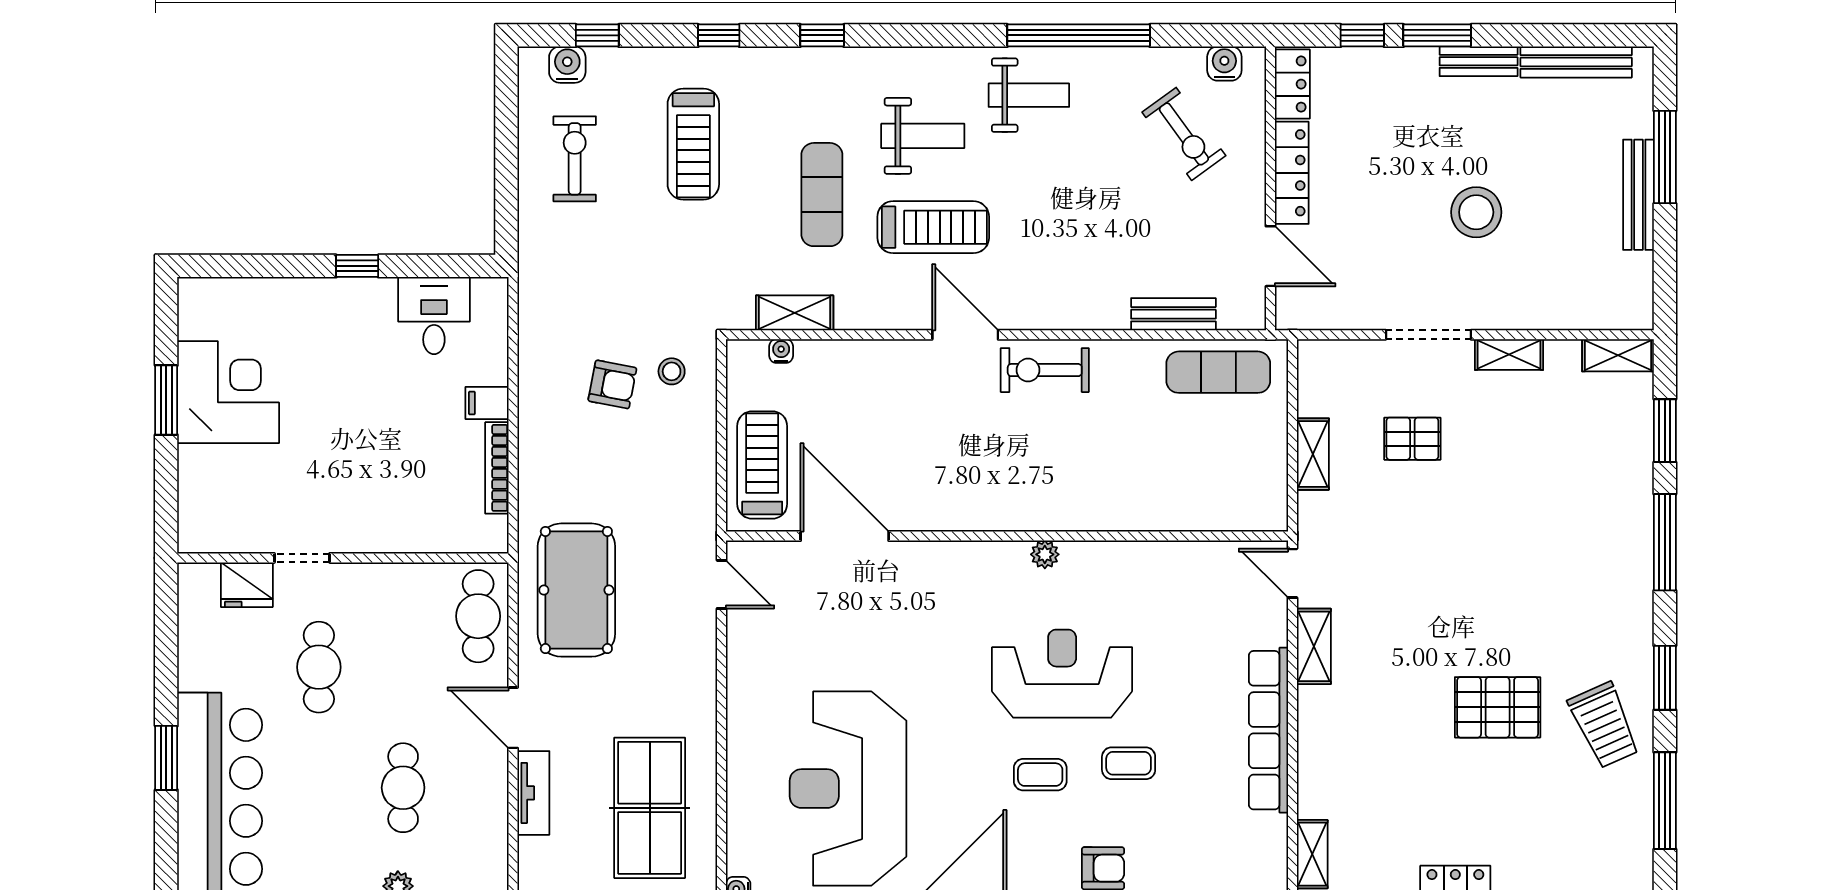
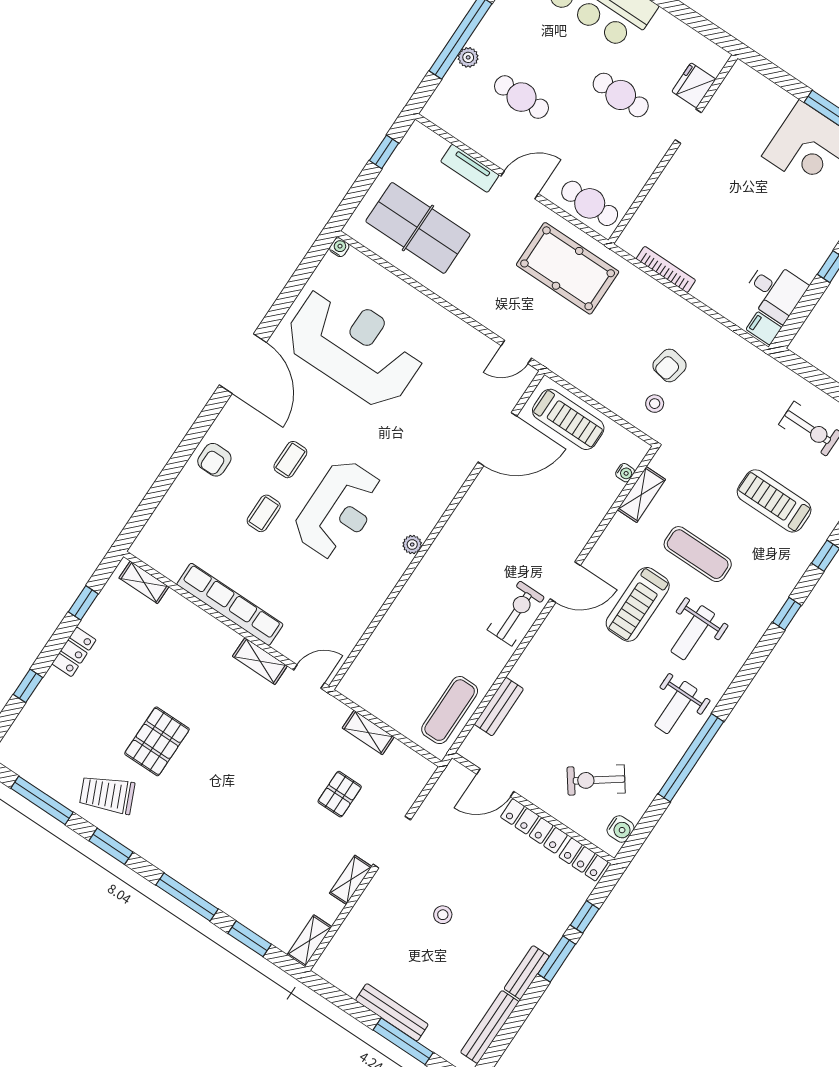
stool: (1476, 212) -> (443, 915), width x0.53, depth x0.53
filing cabinet: (487, 403) -> (764, 328), moved, turned -90

